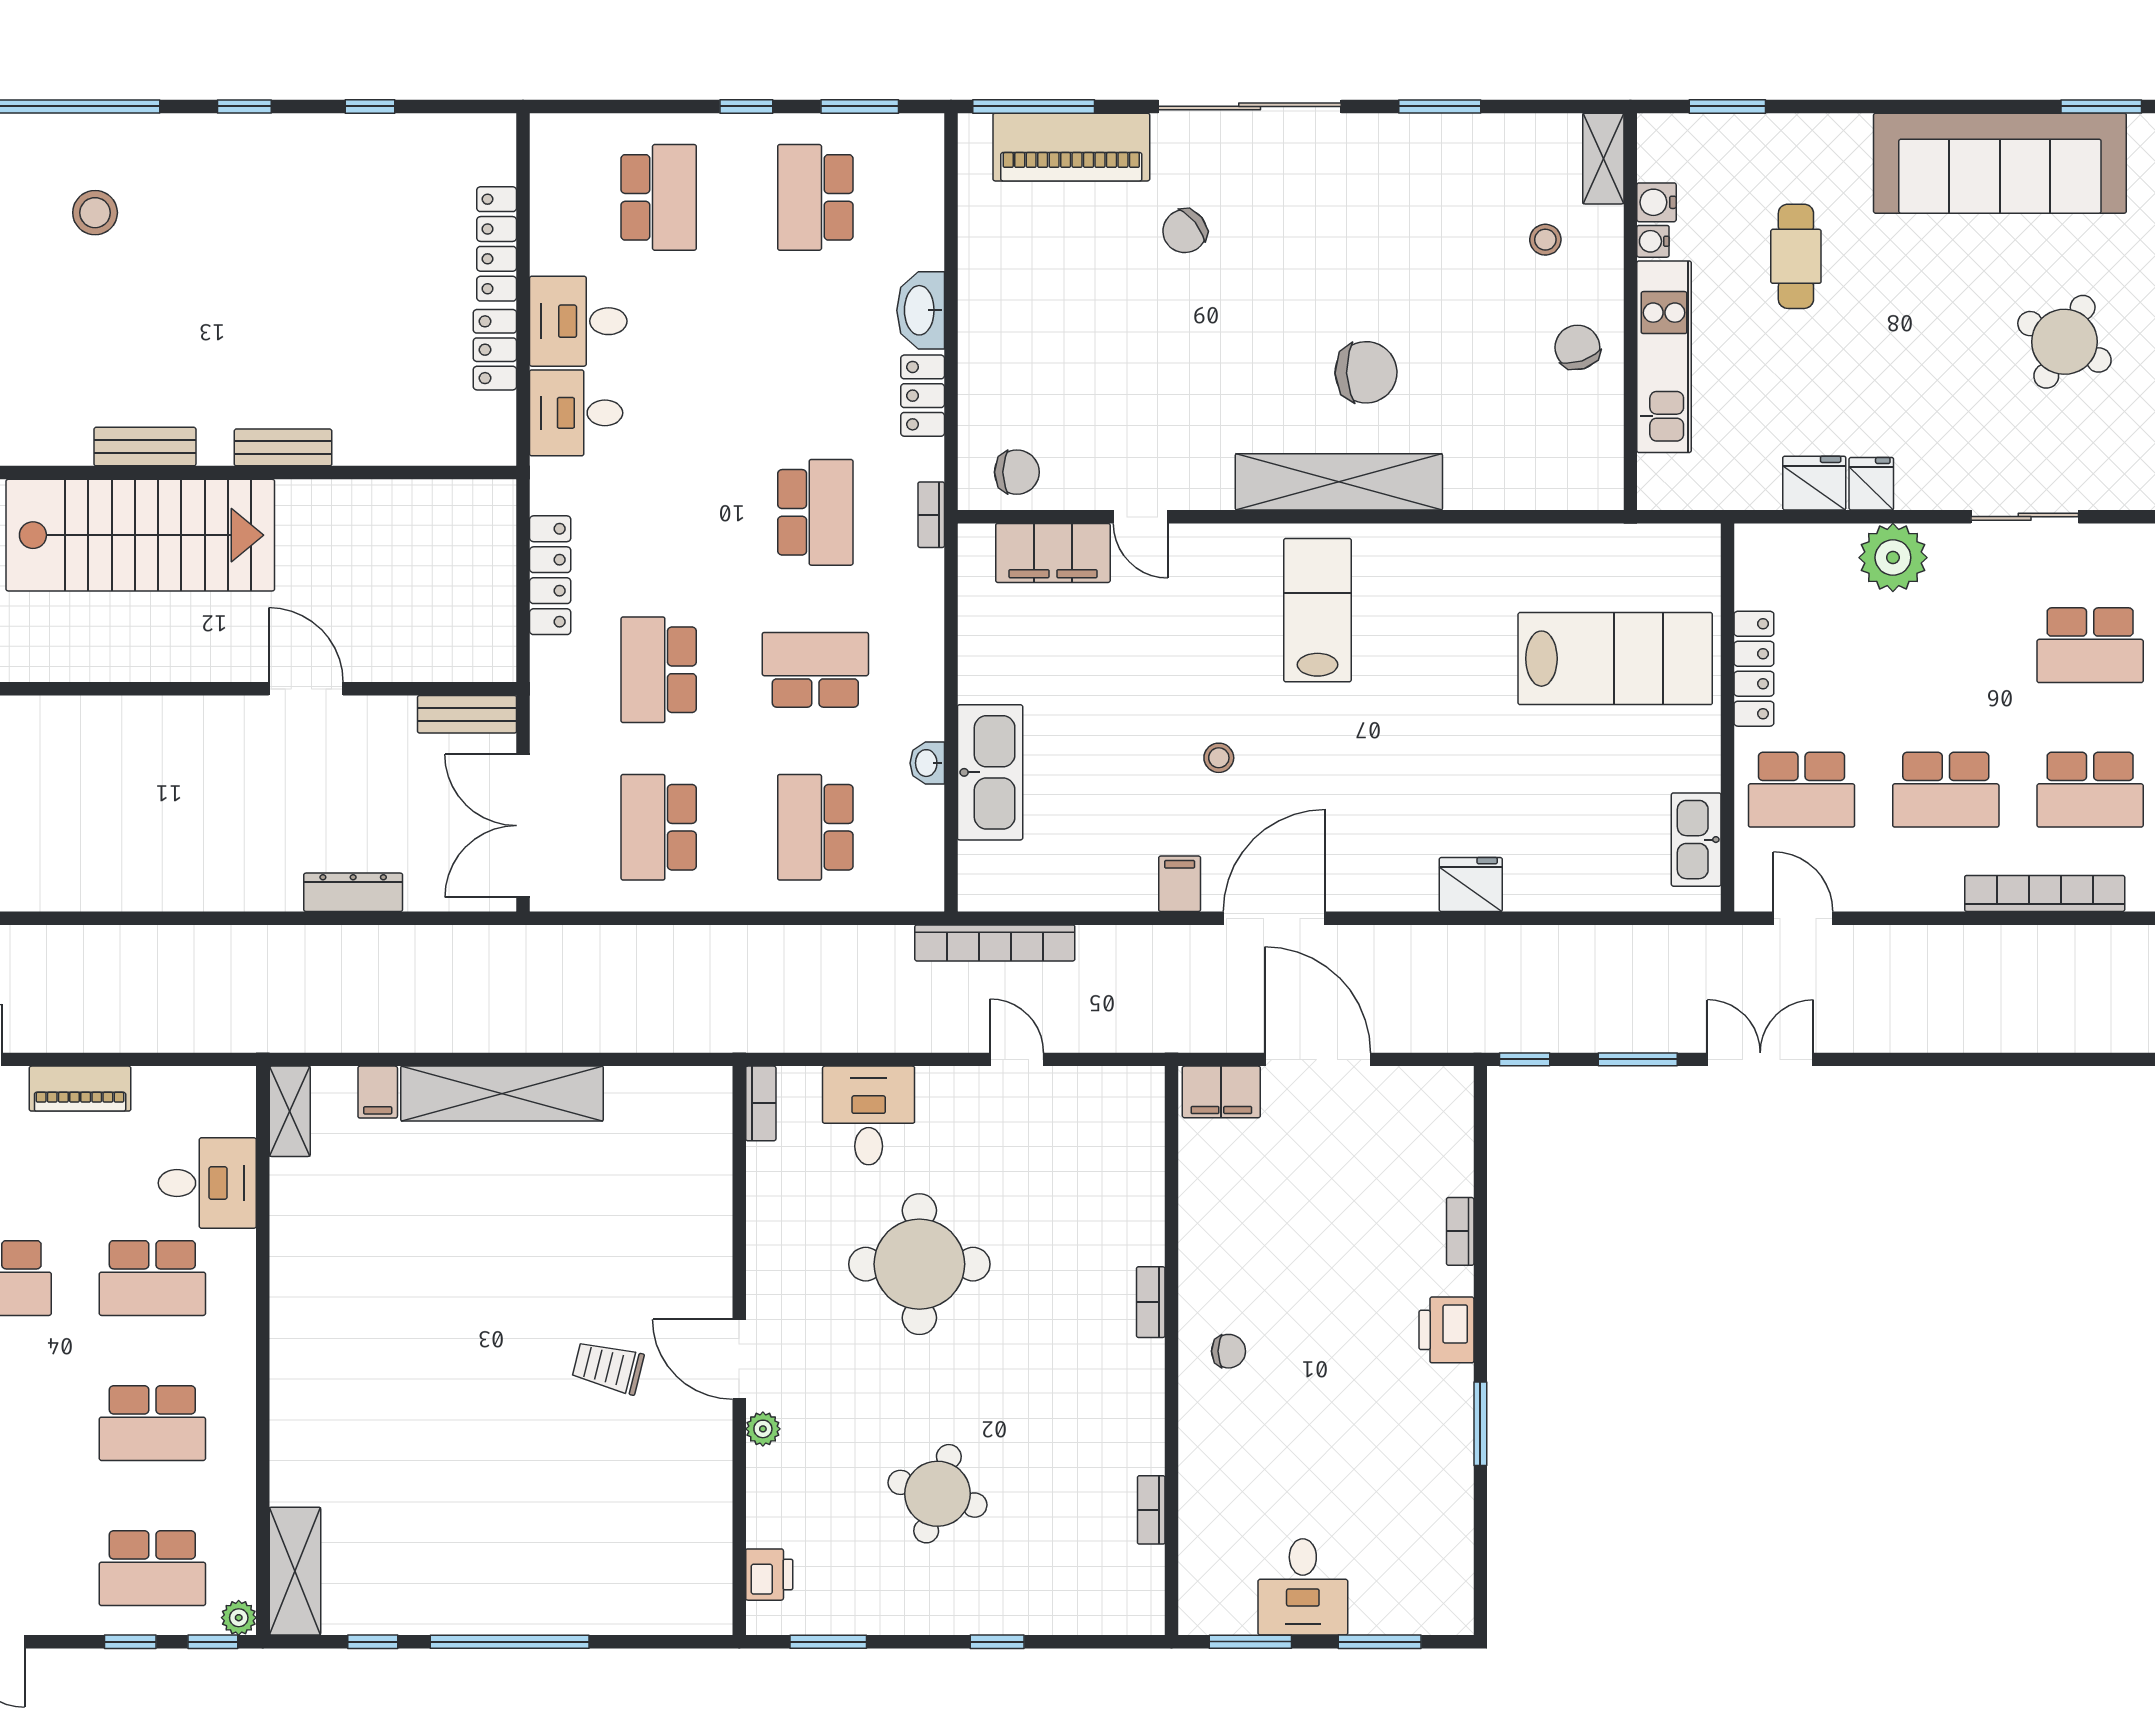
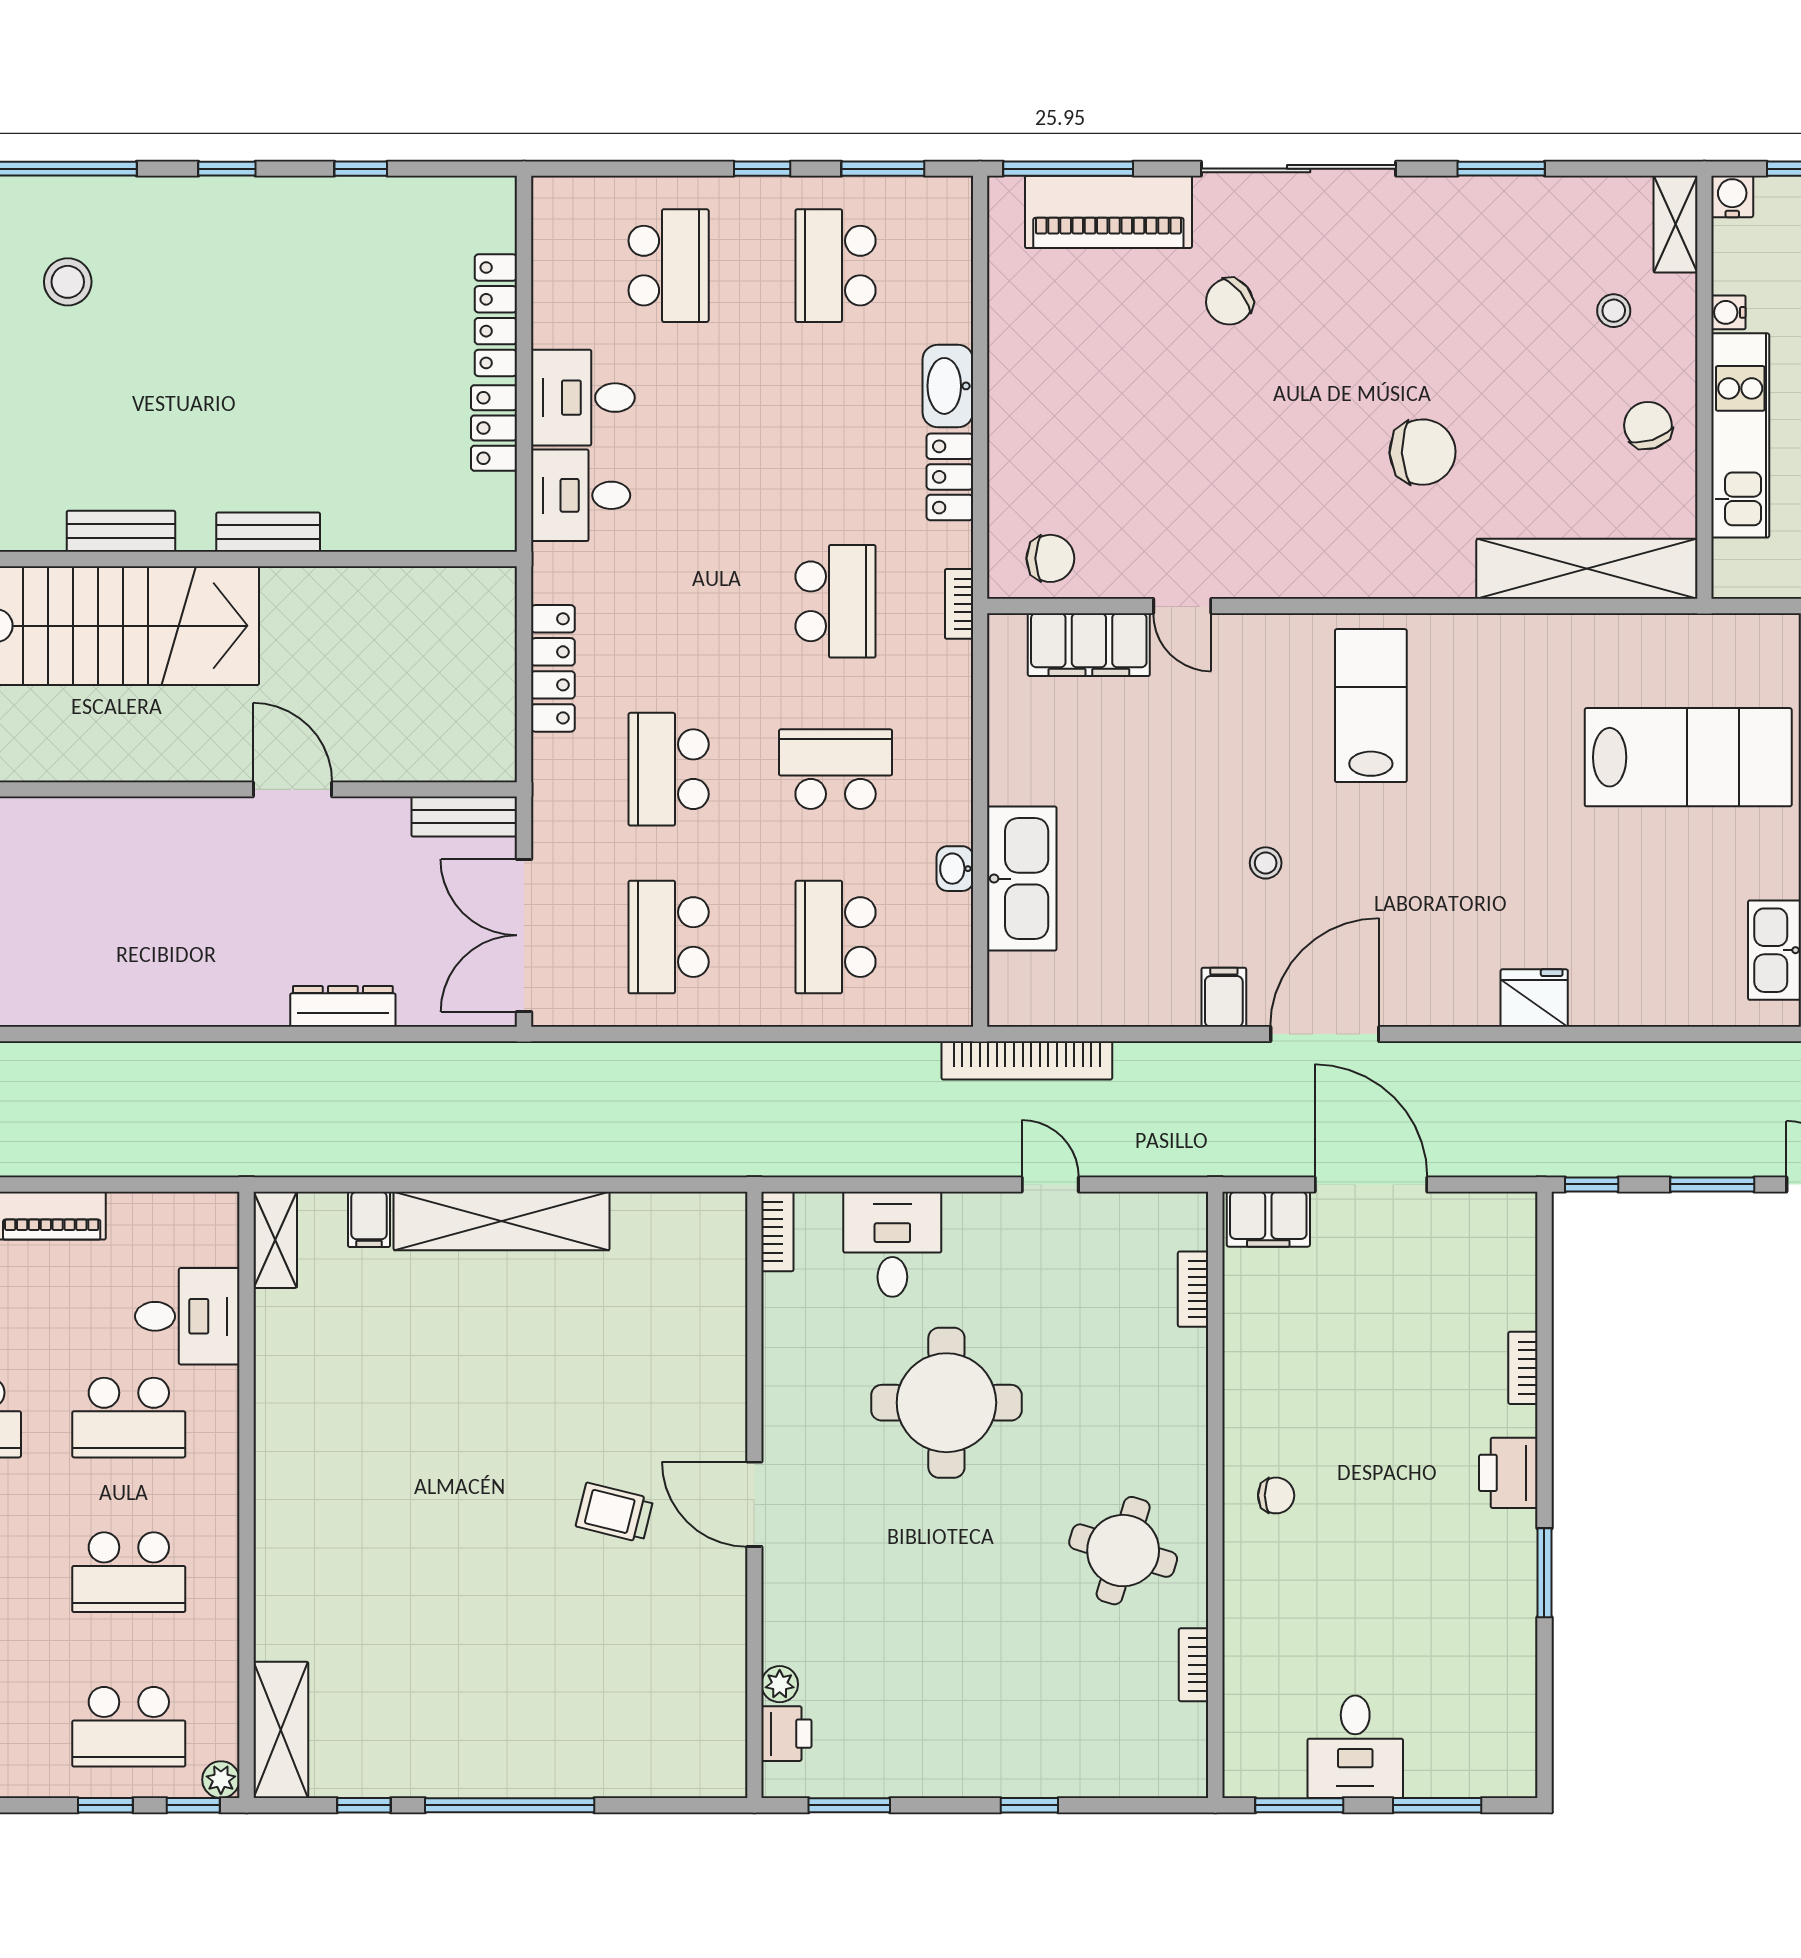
water cooler: (1657, 202) -> (1732, 197), moved, turned 90
shelving: (1339, 482) -> (1587, 569), moved
bookcase: (1151, 1302) -> (1193, 1289), moved
plant: (763, 1429) -> (780, 1684), moved
round table: (937, 1494) -> (1123, 1551), moved

